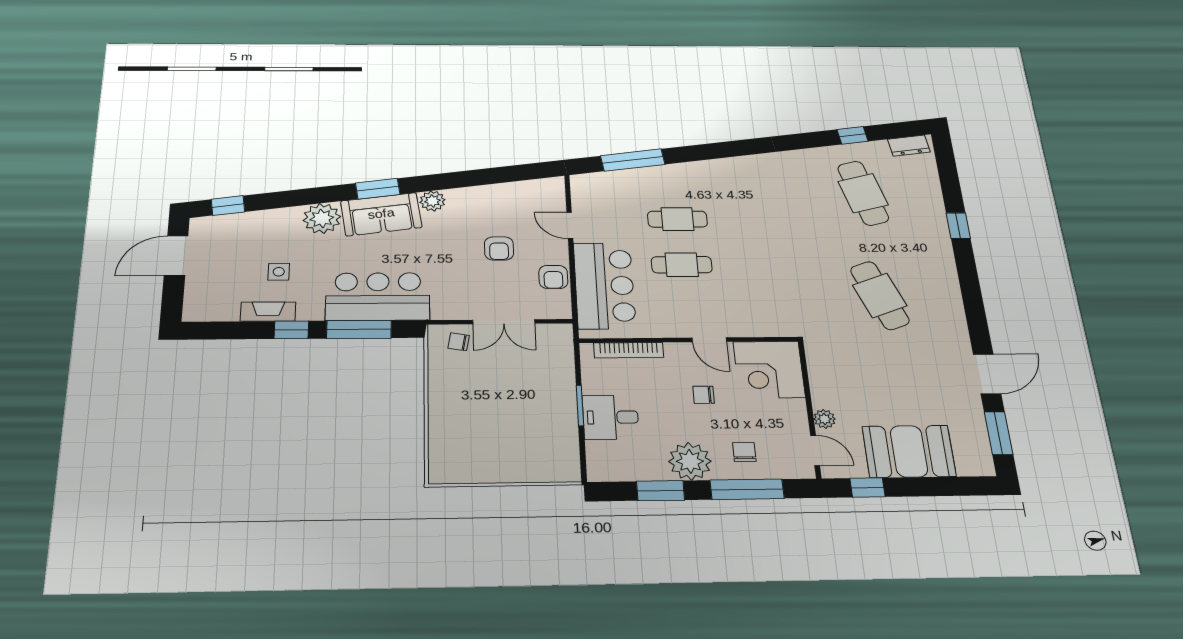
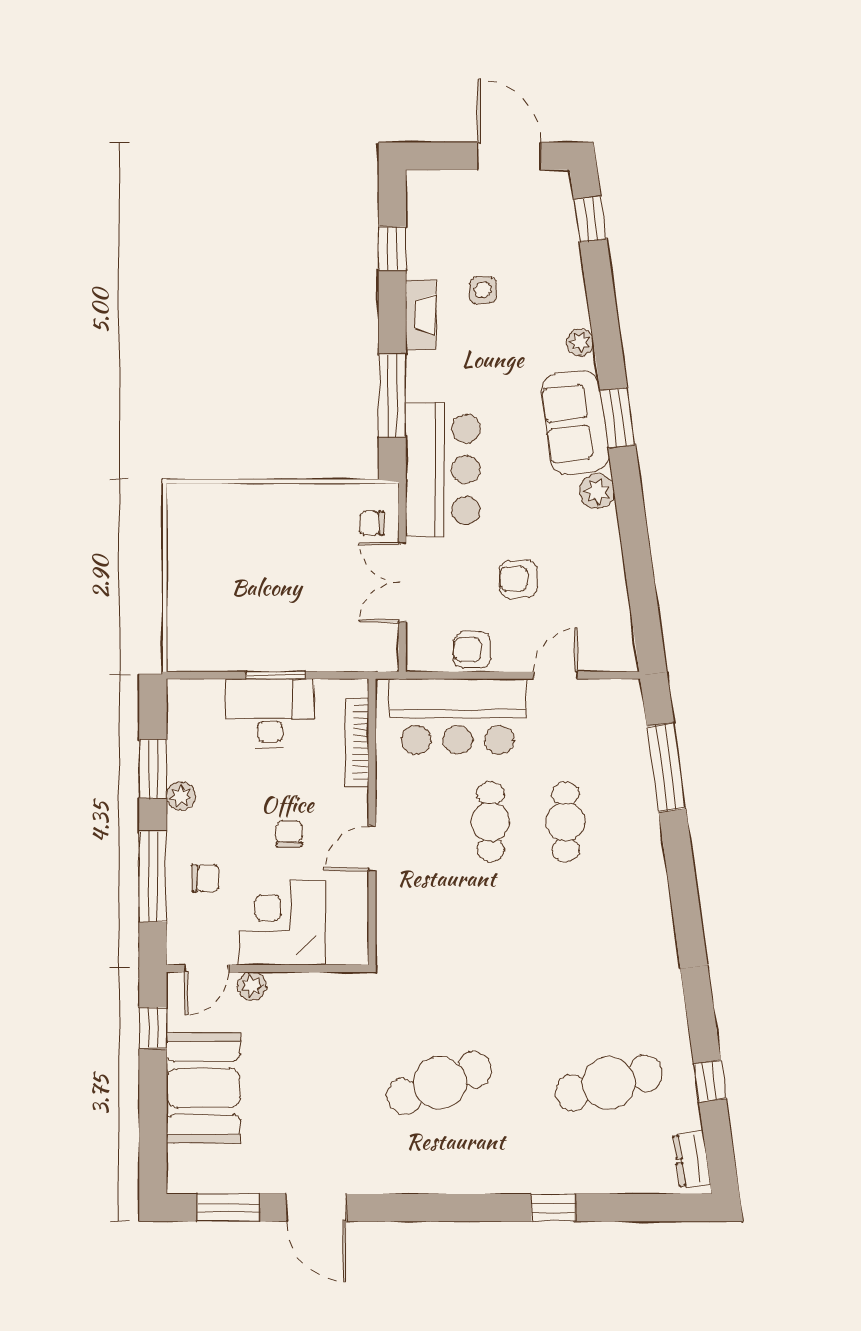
plant: (322, 218) -> (580, 342), width x0.53, depth x0.53
bar counter: (378, 296) -> (443, 469), moved
fireplace: (268, 312) -> (421, 315), moved
window: (291, 330) -> (392, 248), moved
chair: (459, 342) -> (372, 523), turned -100
corner desk: (769, 370) -> (282, 922), moved
desk: (611, 417) -> (270, 713), width x1.37
plant: (690, 461) -> (181, 796), width x0.53, depth x0.53

